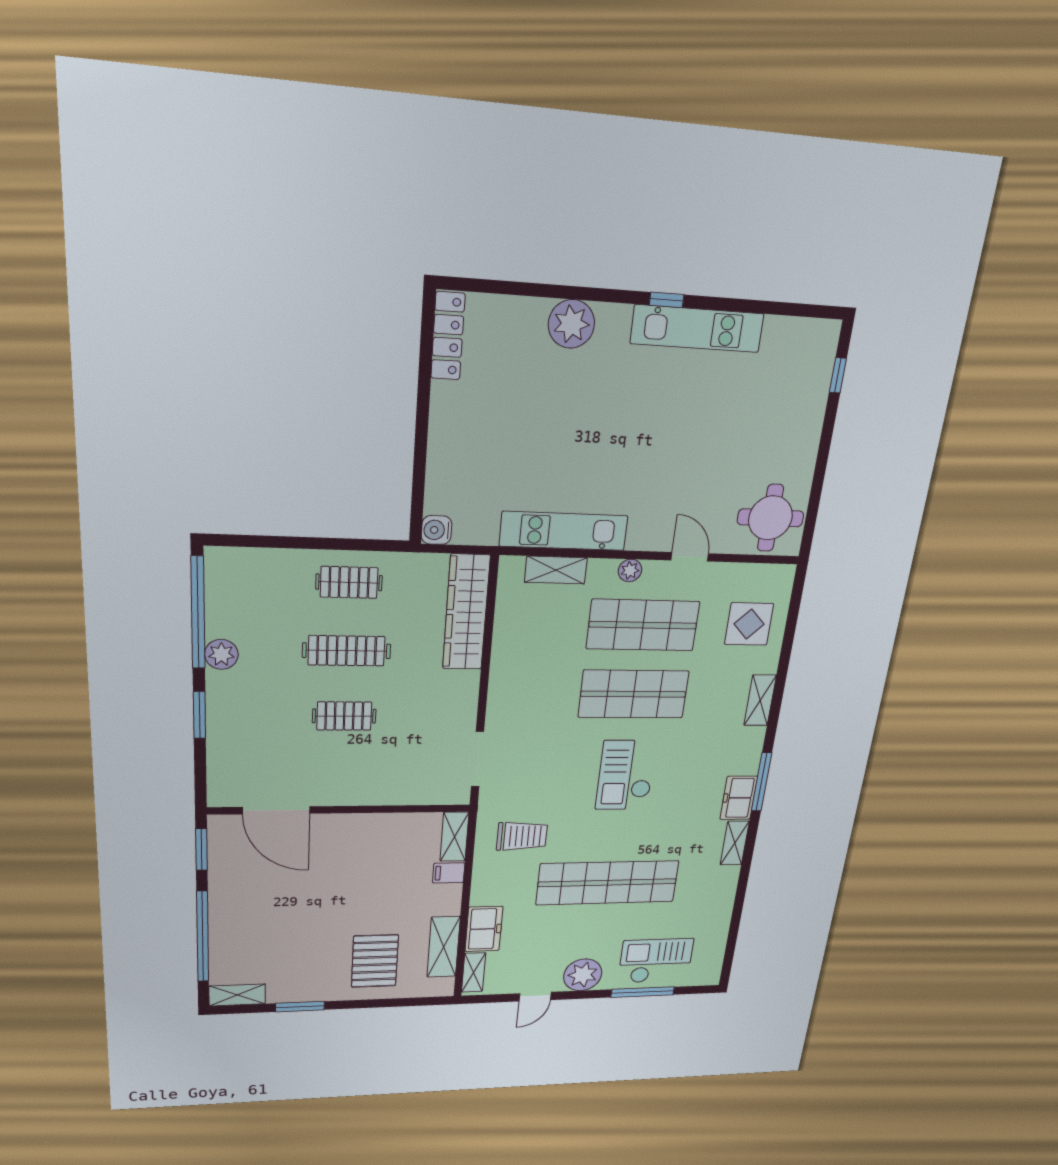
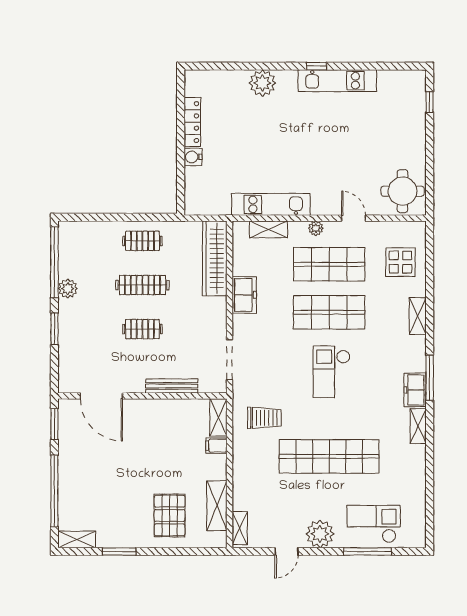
locker: (448, 336) -> (192, 122), moved
water cooler: (437, 530) -> (193, 157), moved
bench: (387, 796) -> (172, 386), added
freezer: (484, 929) -> (244, 295), moved

